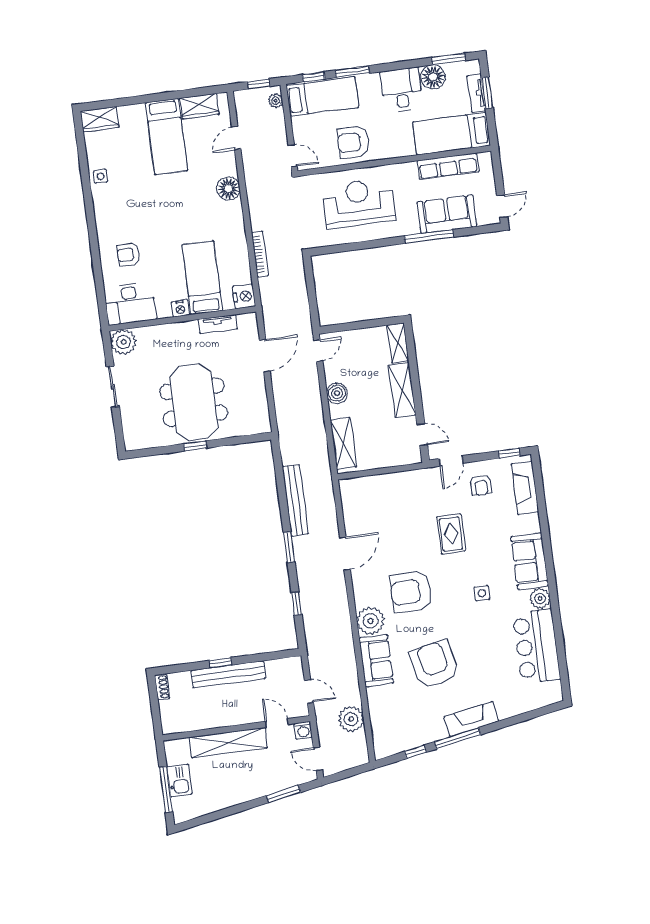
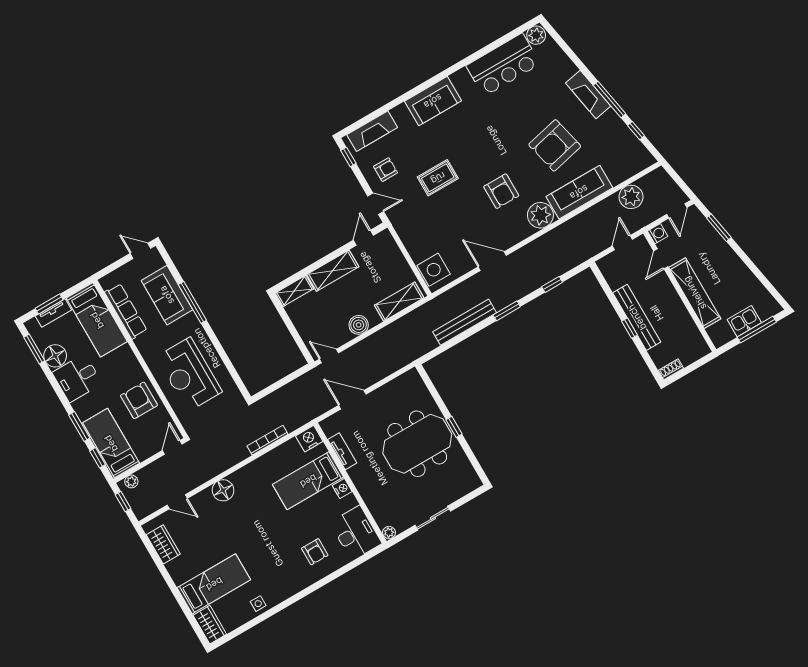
bed: (167, 137) -> (214, 584), moved
armchair: (353, 142) -> (139, 400), turned 180
plant: (123, 342) -> (389, 533), width x0.53, depth x0.53
armchair: (411, 592) -> (501, 191), width x0.73, depth x0.73
side table: (482, 593) -> (434, 270), moved, width x1.87, depth x1.87
plant: (540, 599) -> (536, 35), moved
sofa: (376, 661) -> (579, 192), width x1.36

